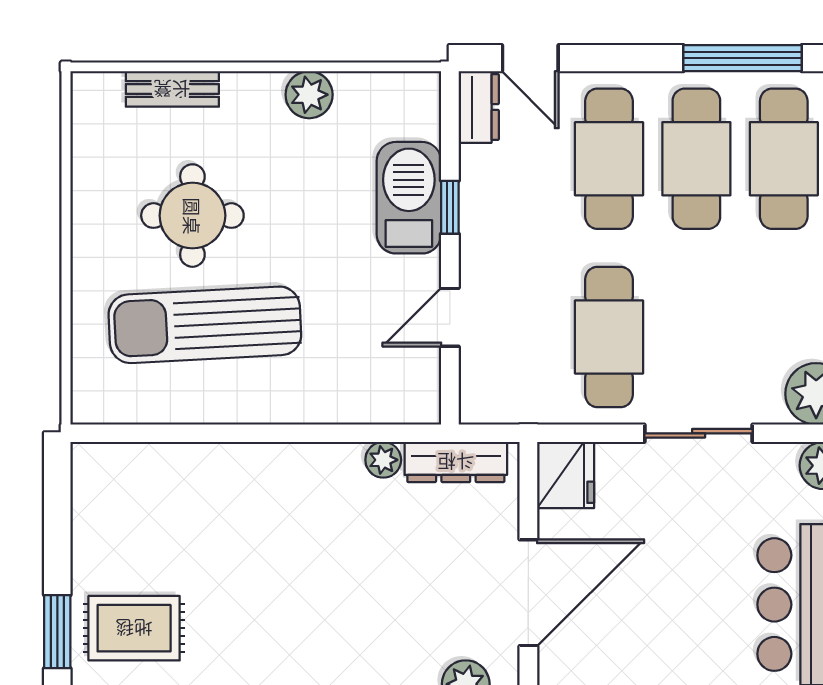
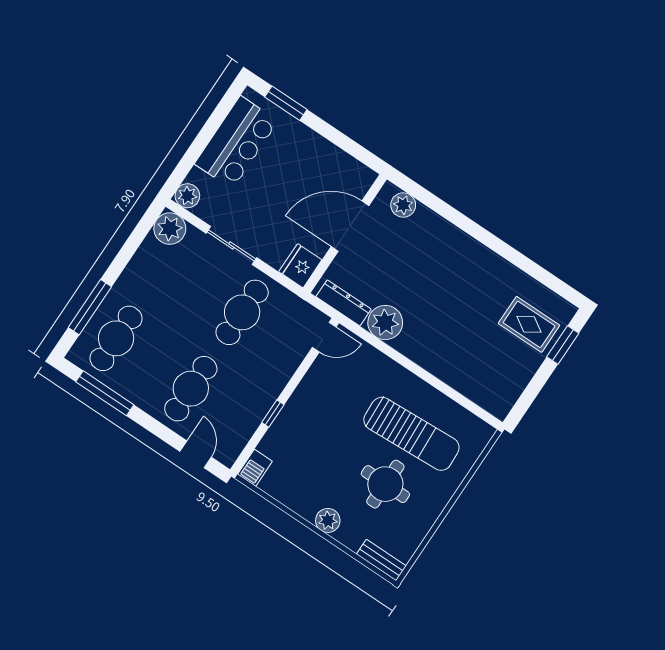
bench: (172, 89) -> (381, 560), moved
plant: (309, 95) -> (328, 520), moved
dresser: (479, 107) -> (232, 448), removed
cafe table: (696, 159) -> (153, 364), removed
barbecue: (409, 198) -> (255, 468), moved, width x0.53, depth x0.65
door: (450, 317) -> (324, 337), moved
plant: (383, 460) -> (385, 323), width x1.88, depth x1.88

